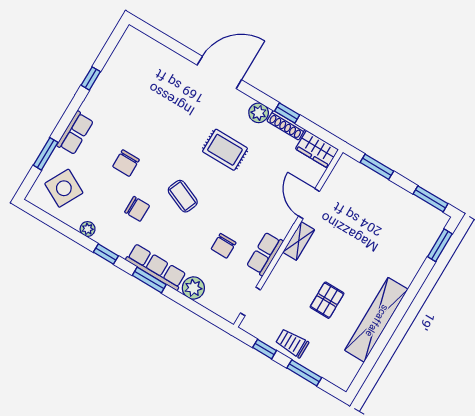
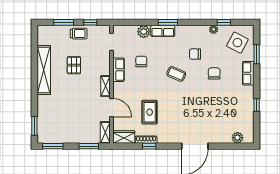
plant: (259, 113) -> (237, 138), moved
rug: (225, 150) -> (150, 112), moved, turned 90
shelving: (340, 172) -> (105, 132), added
window: (106, 254) -> (224, 22), moved
row of seats: (156, 267) -> (163, 31), width x0.68

